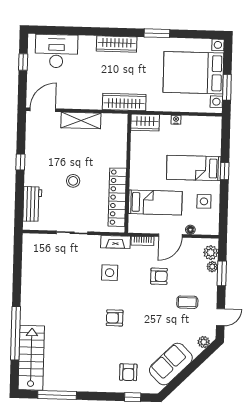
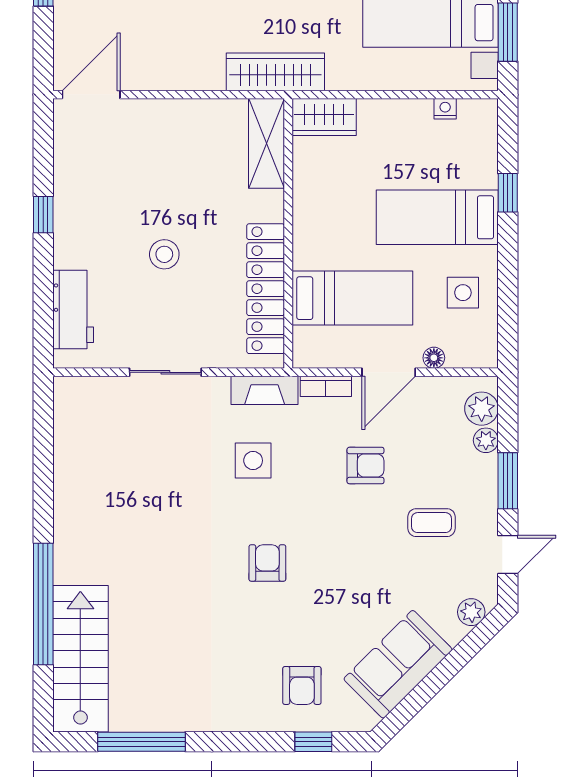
shelving: (81, 120) -> (266, 143), moved, turned 90
nightstand: (176, 120) -> (445, 109), moved
window: (225, 171) -> (508, 193), moved
window: (222, 273) -> (508, 481), moved
armchair: (115, 318) -> (267, 563), turned 90

